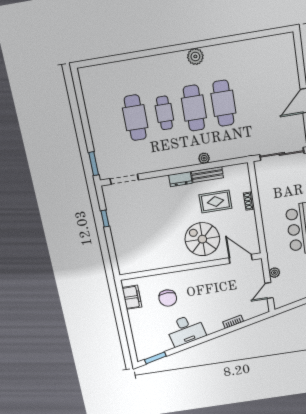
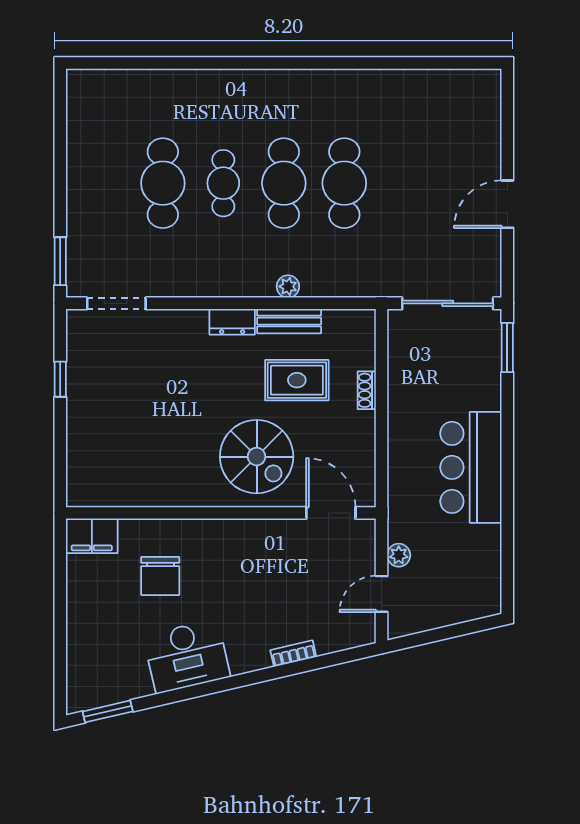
plant: (195, 56) -> (303, 85), removed
spiral stairs: (202, 239) -> (257, 457), turned 180
filing cabinet: (132, 297) -> (92, 536), moved, turned 90

